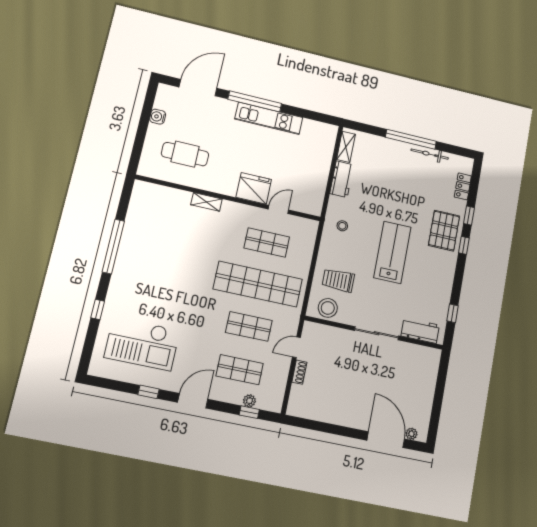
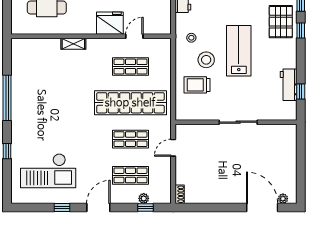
stool: (328, 308) -> (206, 60), moved
workbench: (420, 331) -> (289, 85), moved, turned -90
shoe rack: (299, 372) -> (180, 194), moved

